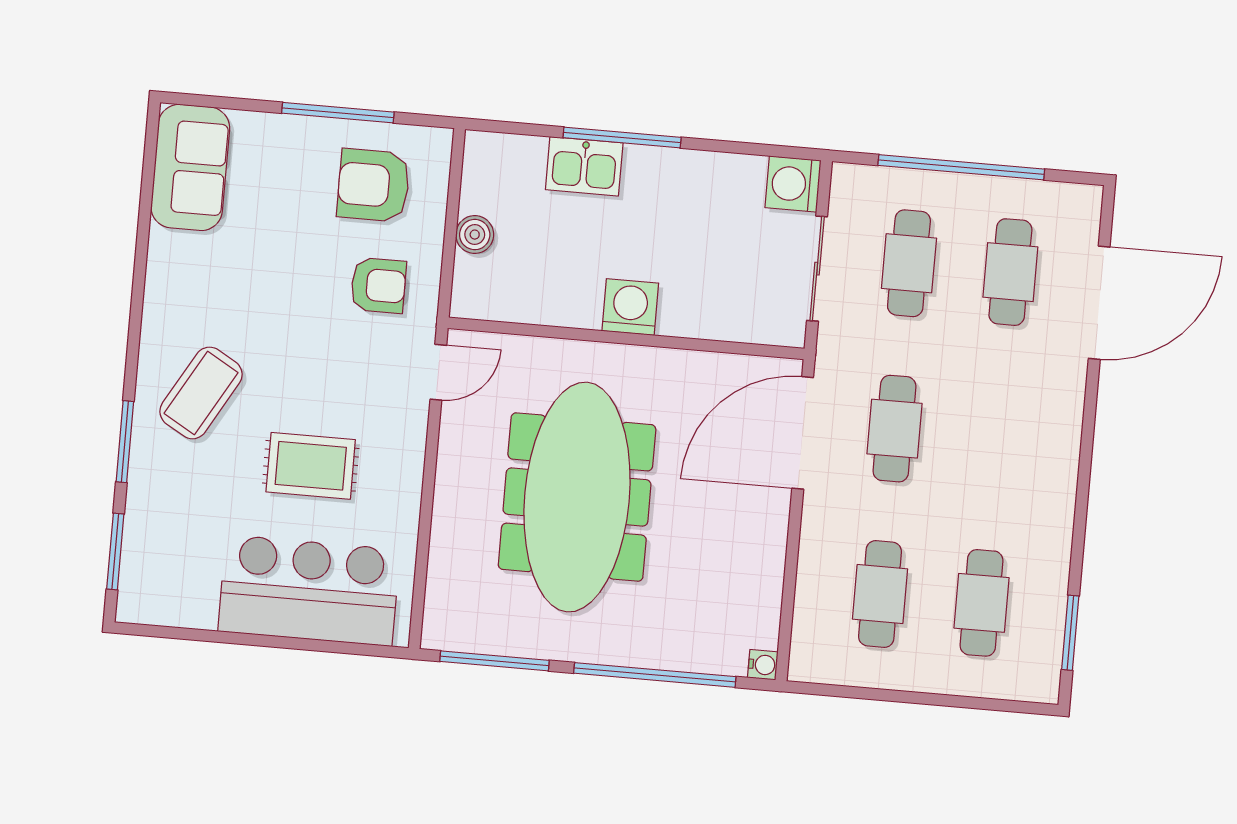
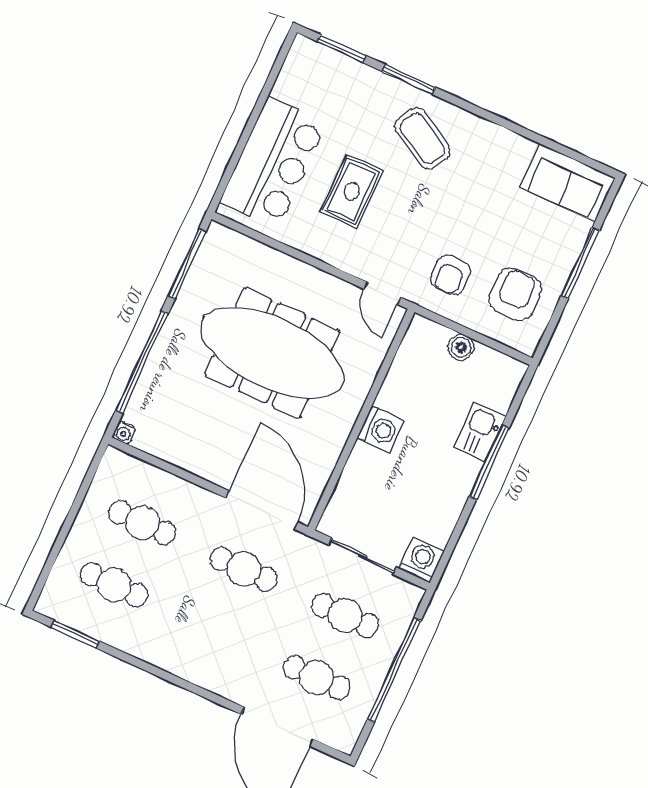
window: (338, 113) -> (580, 263), moved

